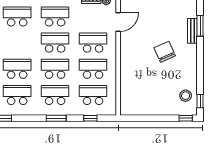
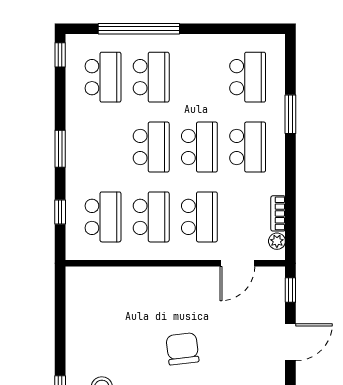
door: (118, 22) -> (237, 263), hinge flipped
chair: (165, 52) -> (182, 349), turned -73
school desk: (55, 95) -> (103, 147), removed

